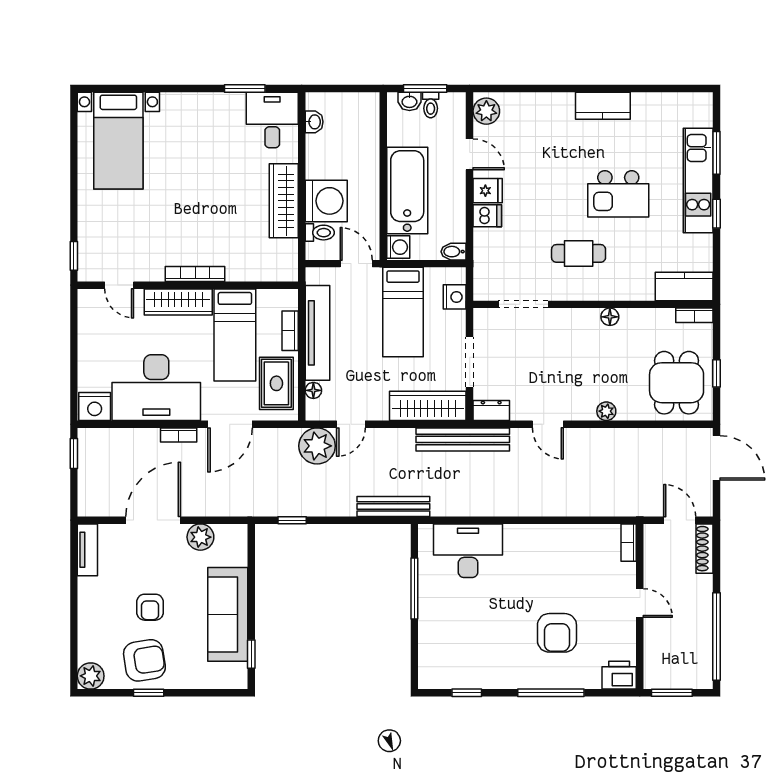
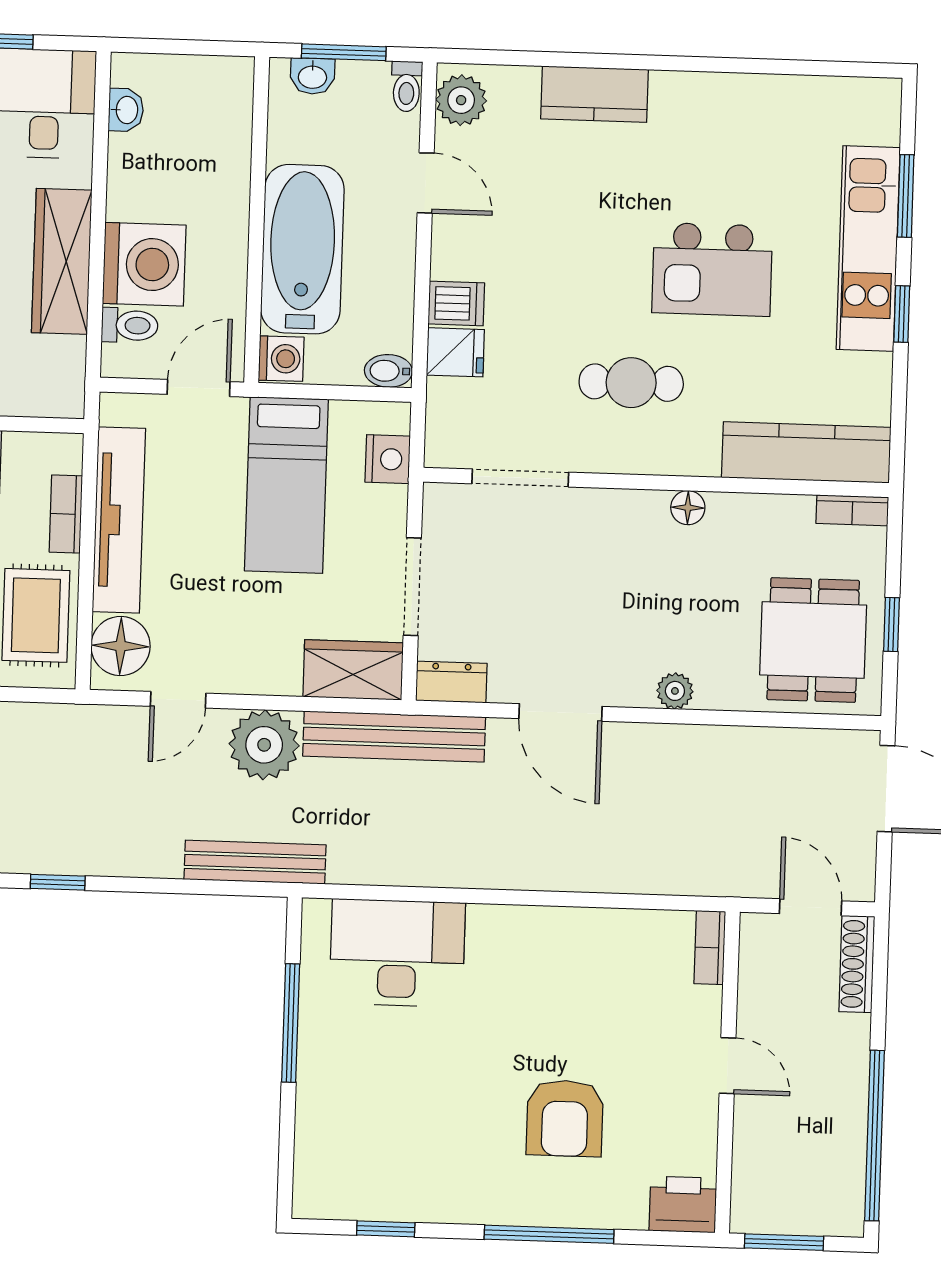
toilet: (431, 105) -> (407, 86), moved
kitchen counter: (603, 106) -> (595, 94), moved
fridge: (488, 191) -> (455, 352), moved
door: (356, 264) -> (199, 388), hinge flipped
kitchen counter: (684, 286) -> (806, 452), width x1.50
floor lamp: (313, 390) -> (121, 646), width x1.89, depth x1.89
wardrobe: (428, 406) -> (353, 670), width x0.67
door: (548, 424) -> (561, 712), width x1.38
plant: (317, 446) -> (264, 745), moved

